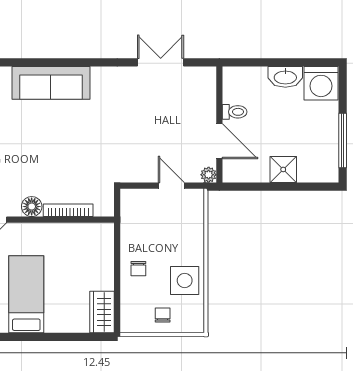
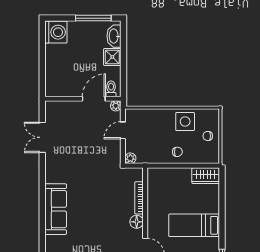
washbasin: (285, 77) -> (114, 36), moved, turned 180
toilet: (235, 112) -> (111, 89), moved
plant: (129, 197) -> (130, 158), added

